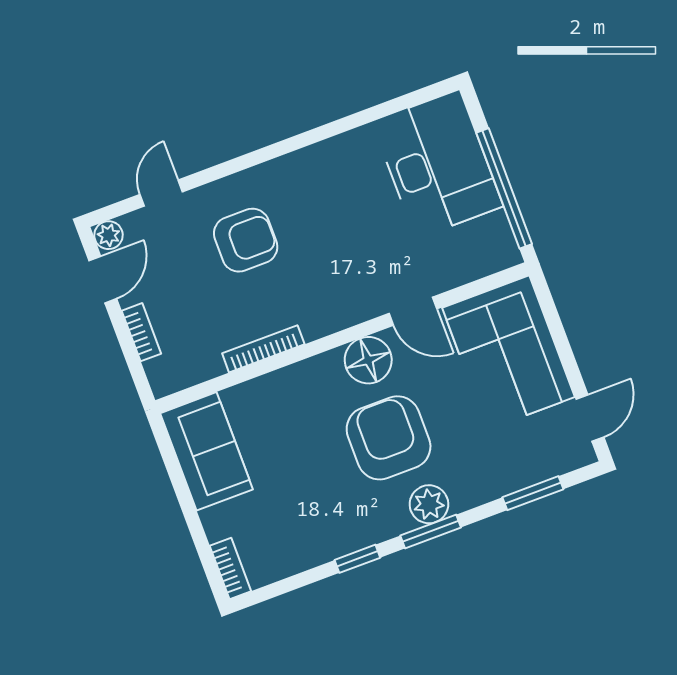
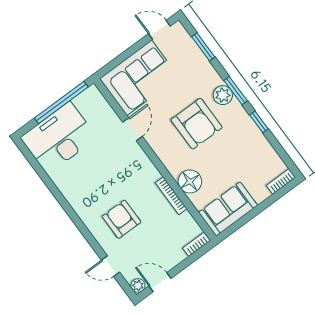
bookcase: (141, 332) -> (197, 244), moved
floor lamp: (368, 360) -> (190, 181), moved
armchair: (389, 438) -> (197, 124), turned -90

